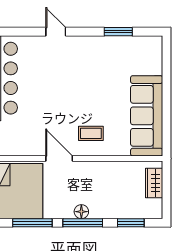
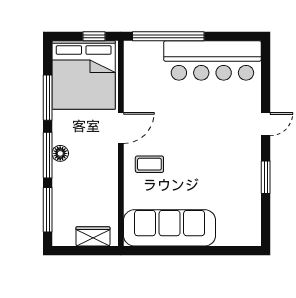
window: (118, 32) -> (266, 177), moved
coffee table: (91, 133) -> (149, 164), turned 90
window: (131, 223) -> (48, 210), width x1.44

